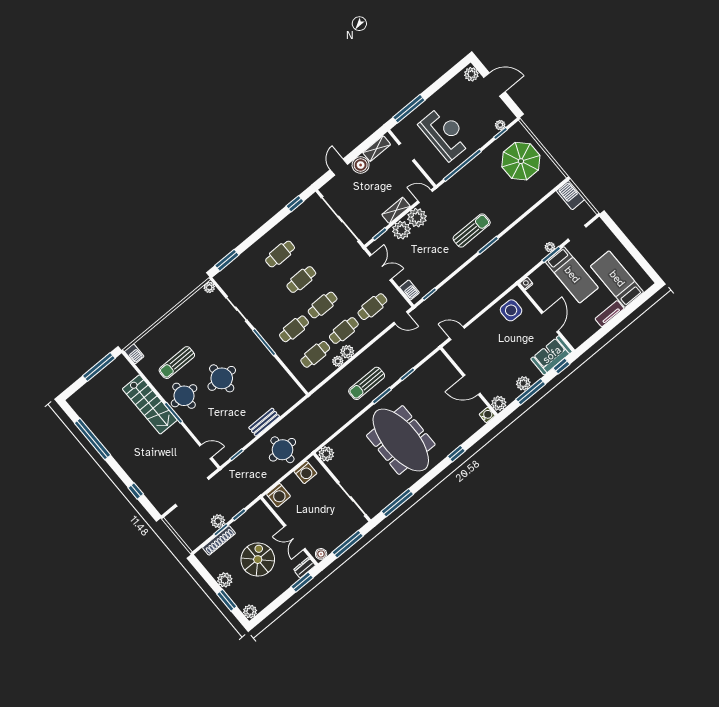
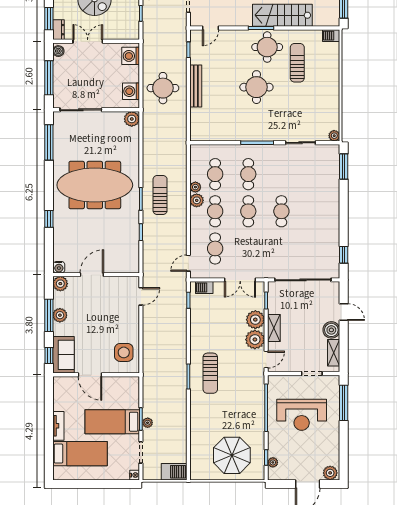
cafe table: (280, 254) -> (315, 211), removed
nightstand: (526, 283) -> (135, 475), moved
bench: (264, 422) -> (196, 86), width x1.36

